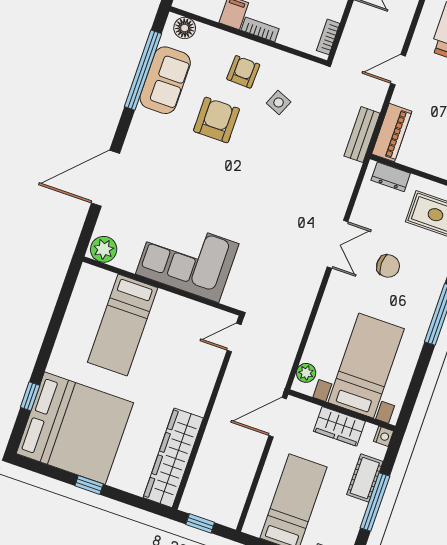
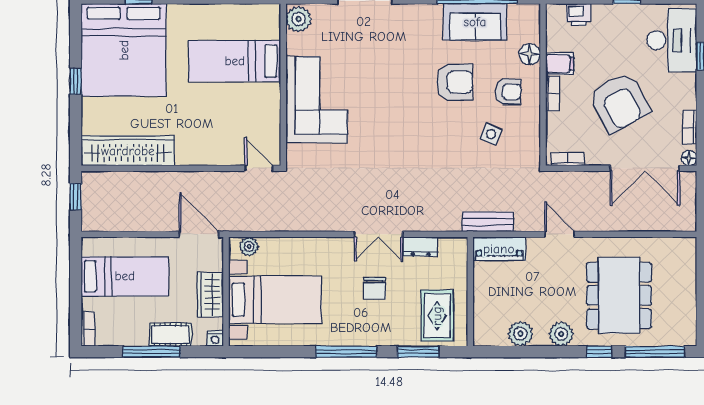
floor lamp: (185, 28) -> (530, 54), moved
dresser: (391, 177) -> (421, 247), moved, turned -90

